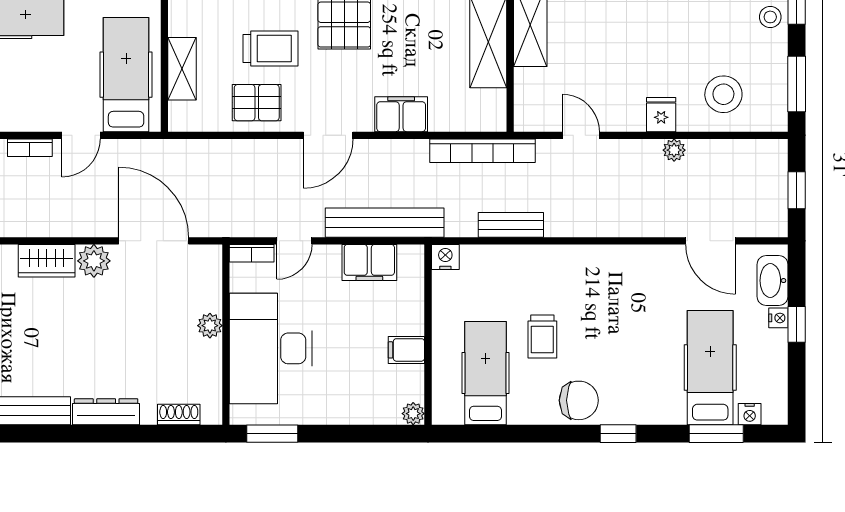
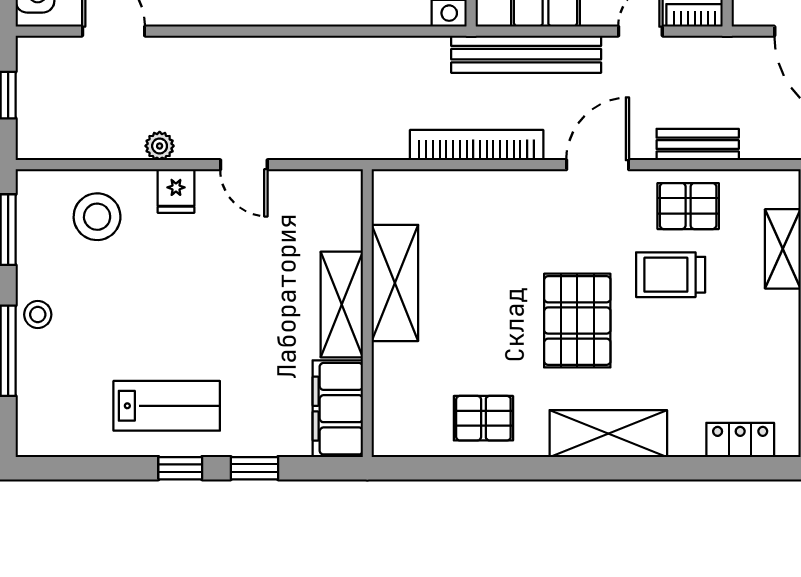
filing cabinet: (401, 114) -> (505, 191), removed
door: (581, 135) -> (244, 165), moved
bookcase: (482, 151) -> (477, 145), moved
bench: (511, 225) -> (698, 145), moved

